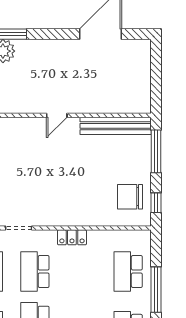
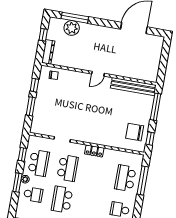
school desk: (35, 271) -> (68, 168), turned 180
window: (156, 290) -> (143, 181), moved

